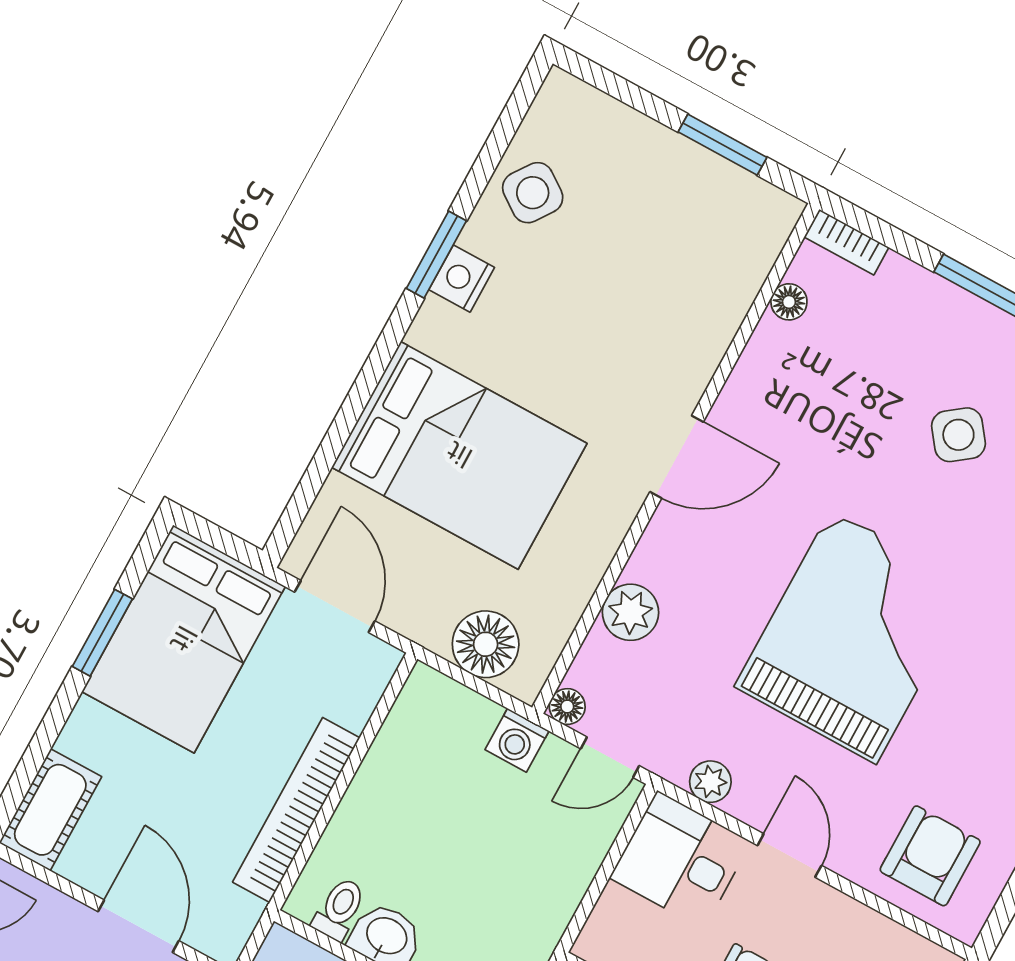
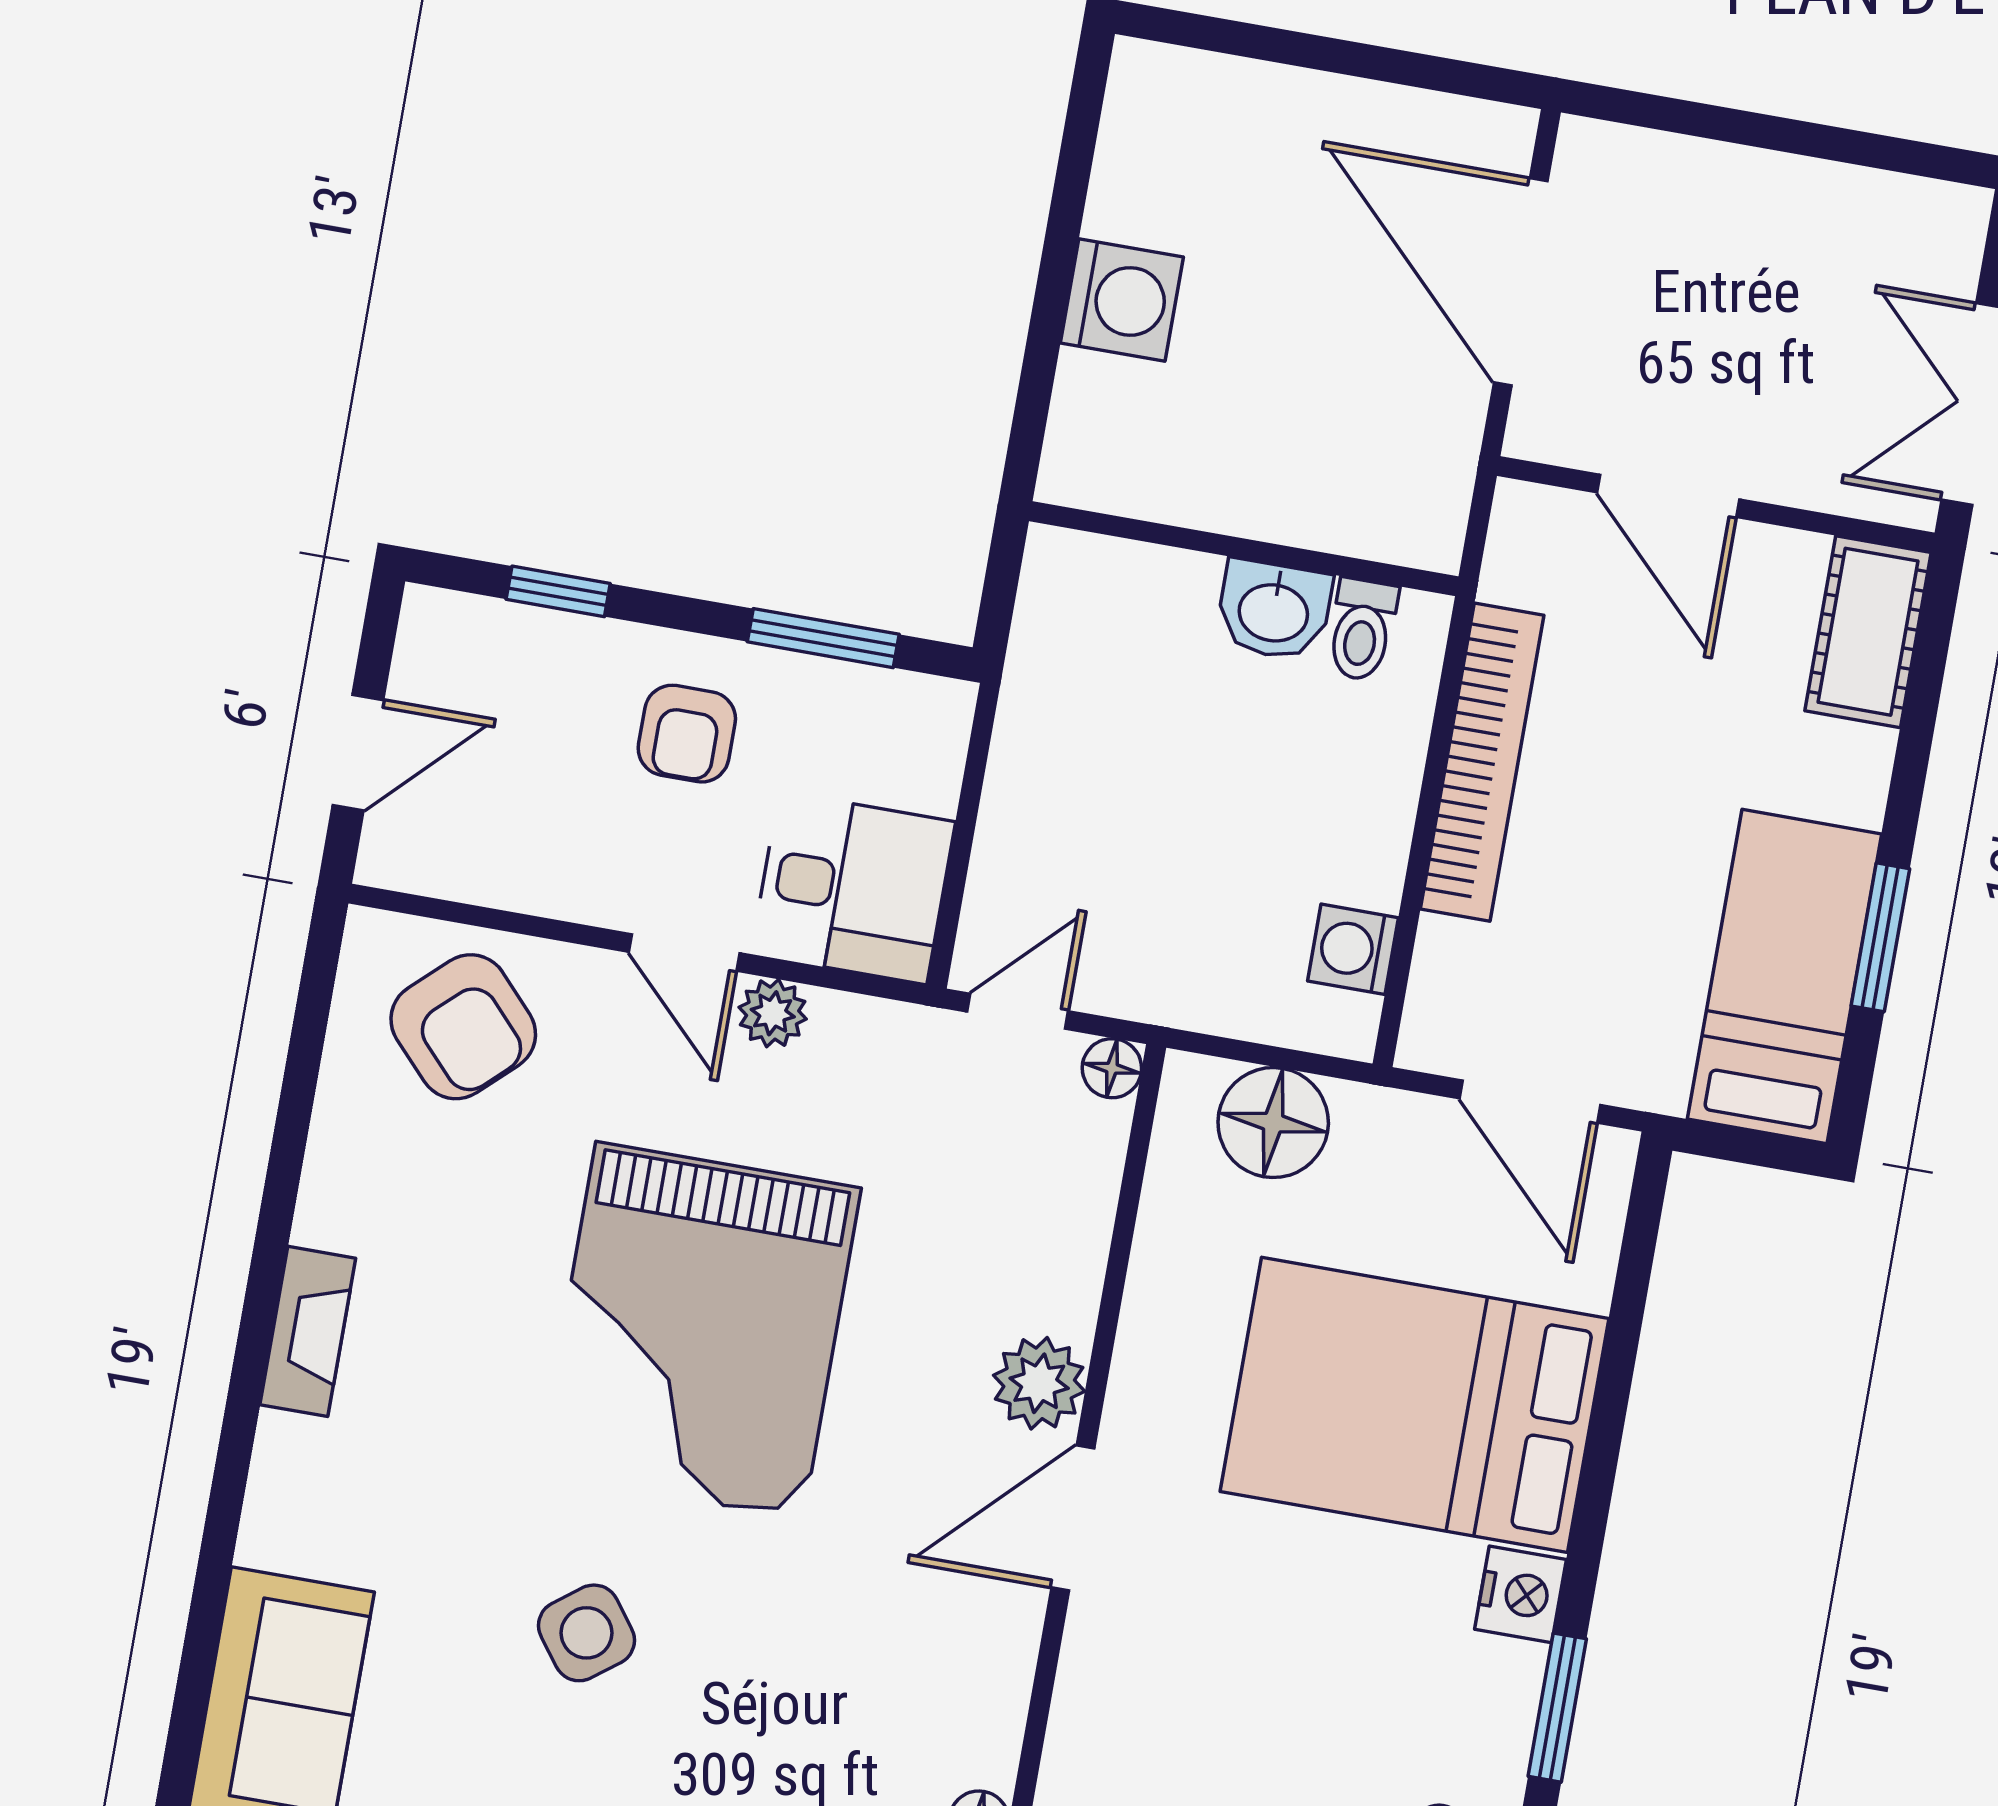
nightstand: (462, 279) -> (1520, 1594), moved
side table: (958, 435) -> (587, 1633), moved
plant: (630, 612) -> (1039, 1383), moved
bed: (184, 639) -> (1784, 977), width x0.67
washing machine: (517, 740) -> (1353, 949), moved, turned -90
plant: (710, 782) -> (773, 1013), moved
armchair: (930, 856) -> (463, 1027), turned -43

